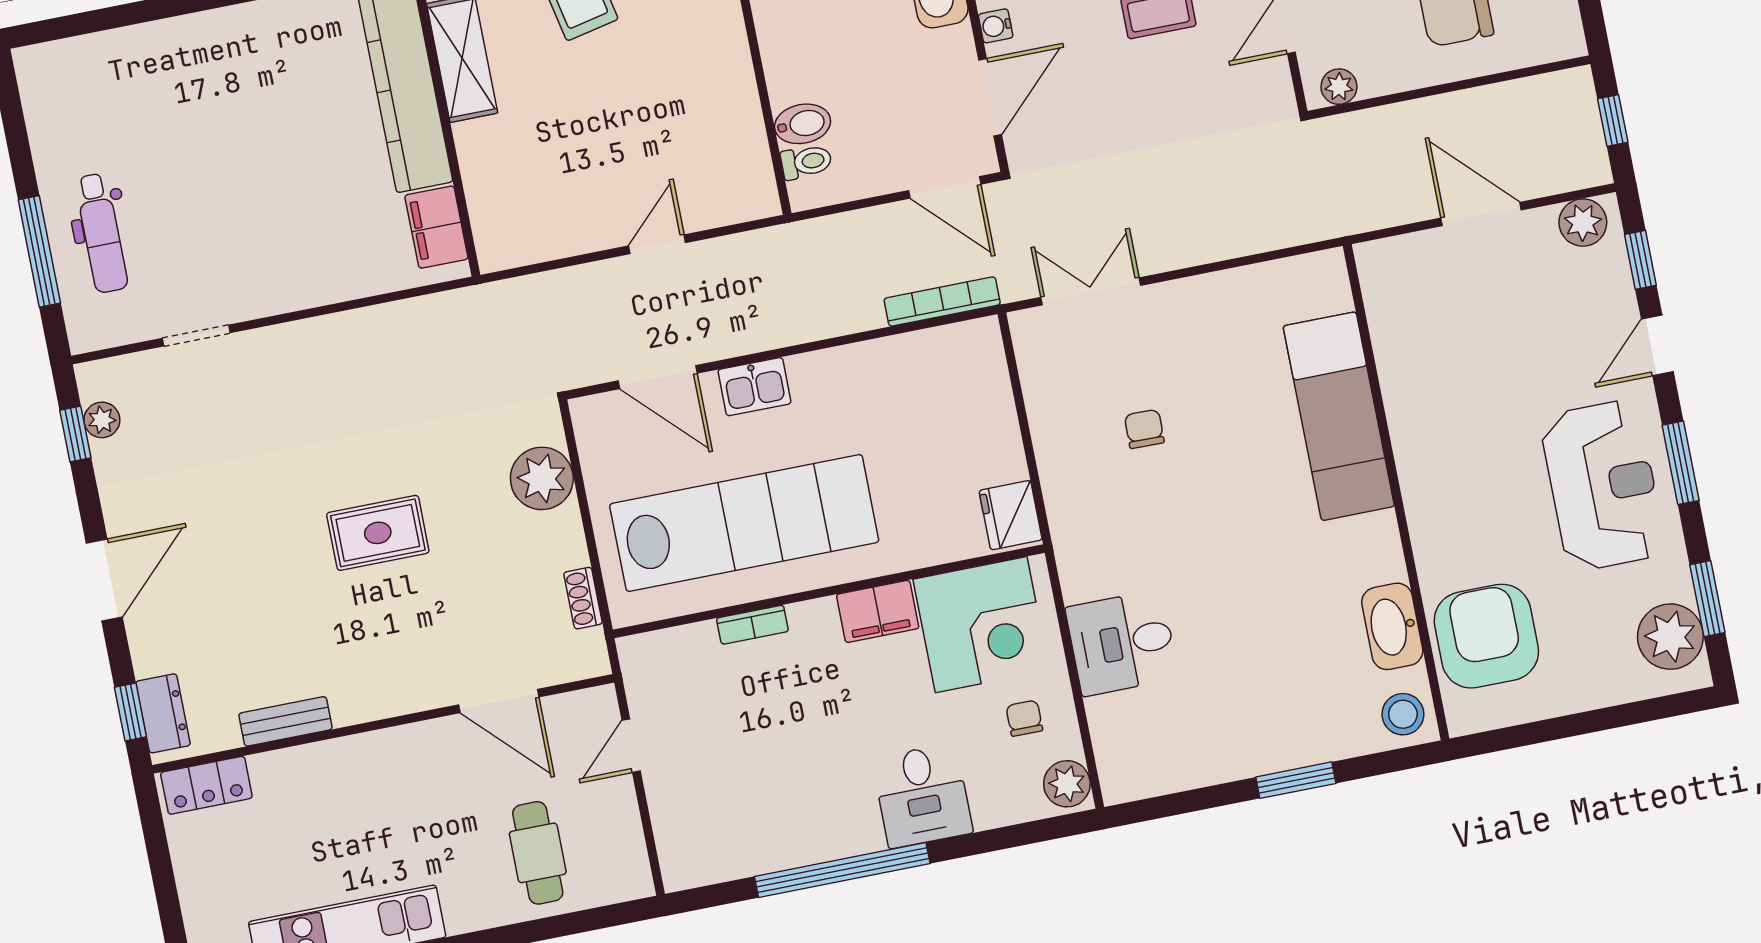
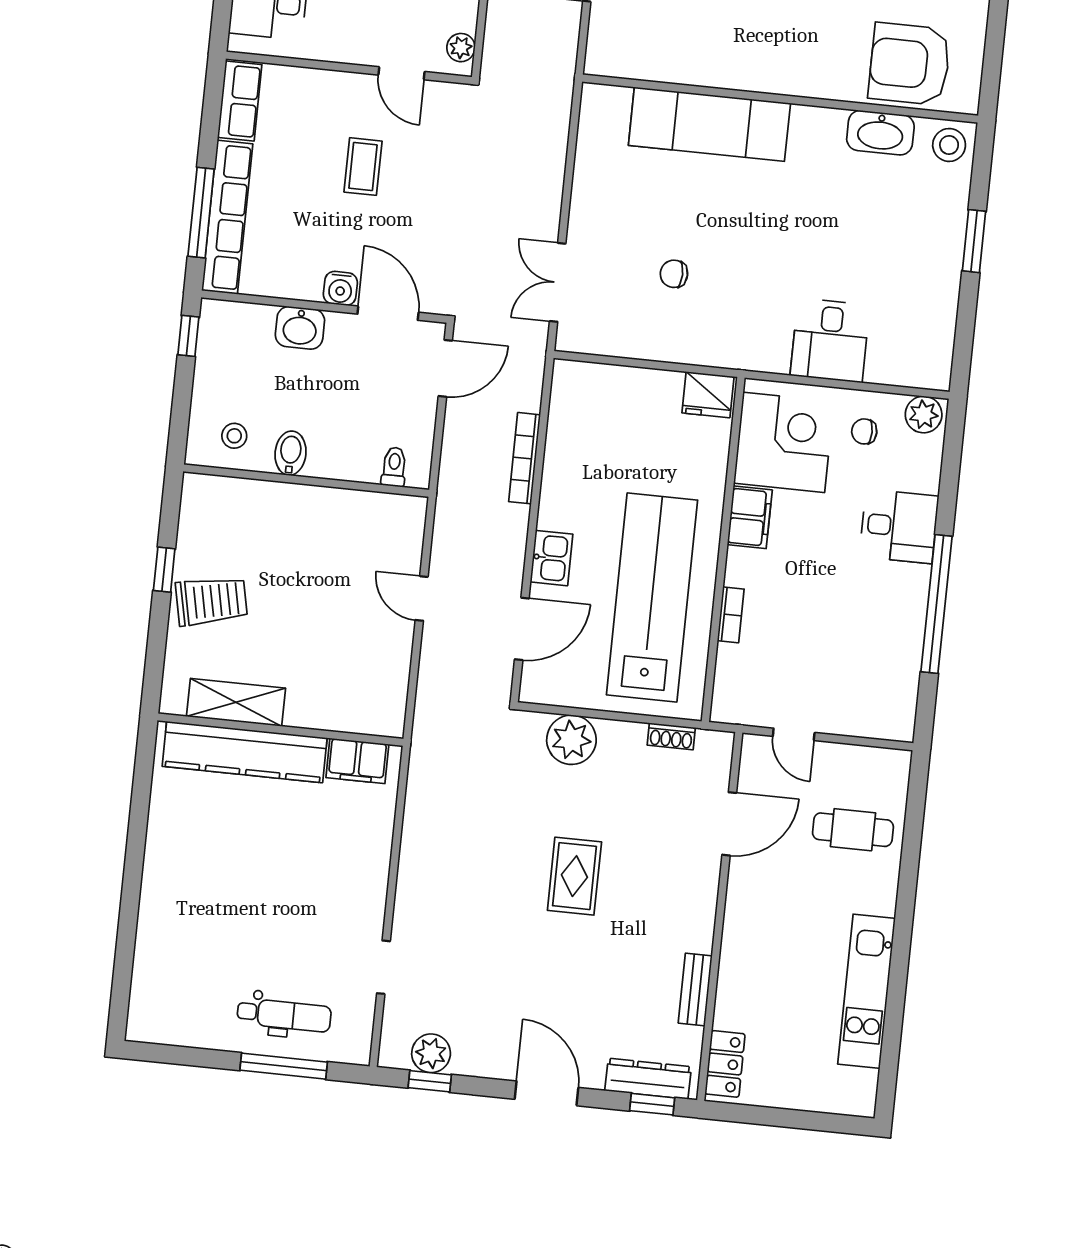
water cooler: (996, 26) -> (340, 288), width x1.38, depth x1.38
bidet: (803, 124) -> (291, 453), moved
bookcase: (942, 301) -> (525, 458), moved
plant: (102, 420) -> (431, 1053), width x1.38, depth x1.38
dresser: (163, 713) -> (648, 1079), width x1.44

